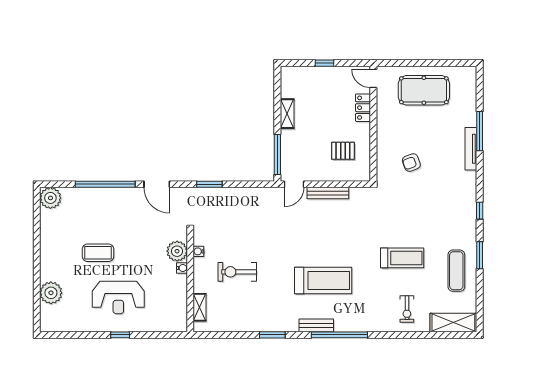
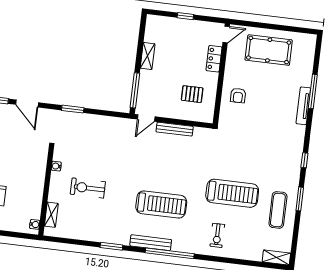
door: (373, 78) -> (226, 34), swing flipped
armchair: (411, 163) -> (238, 95), moved, turned -70
plant: (177, 251) -> (38, 164), removed
treadmill: (402, 258) -> (232, 193), width x1.37, depth x1.38
water cooler: (182, 268) -> (35, 224), moved
exercise bike: (407, 309) -> (217, 235), moved
shelving: (453, 323) -> (276, 257), width x0.67, depth x0.75
bench: (316, 325) -> (151, 243), width x1.36

